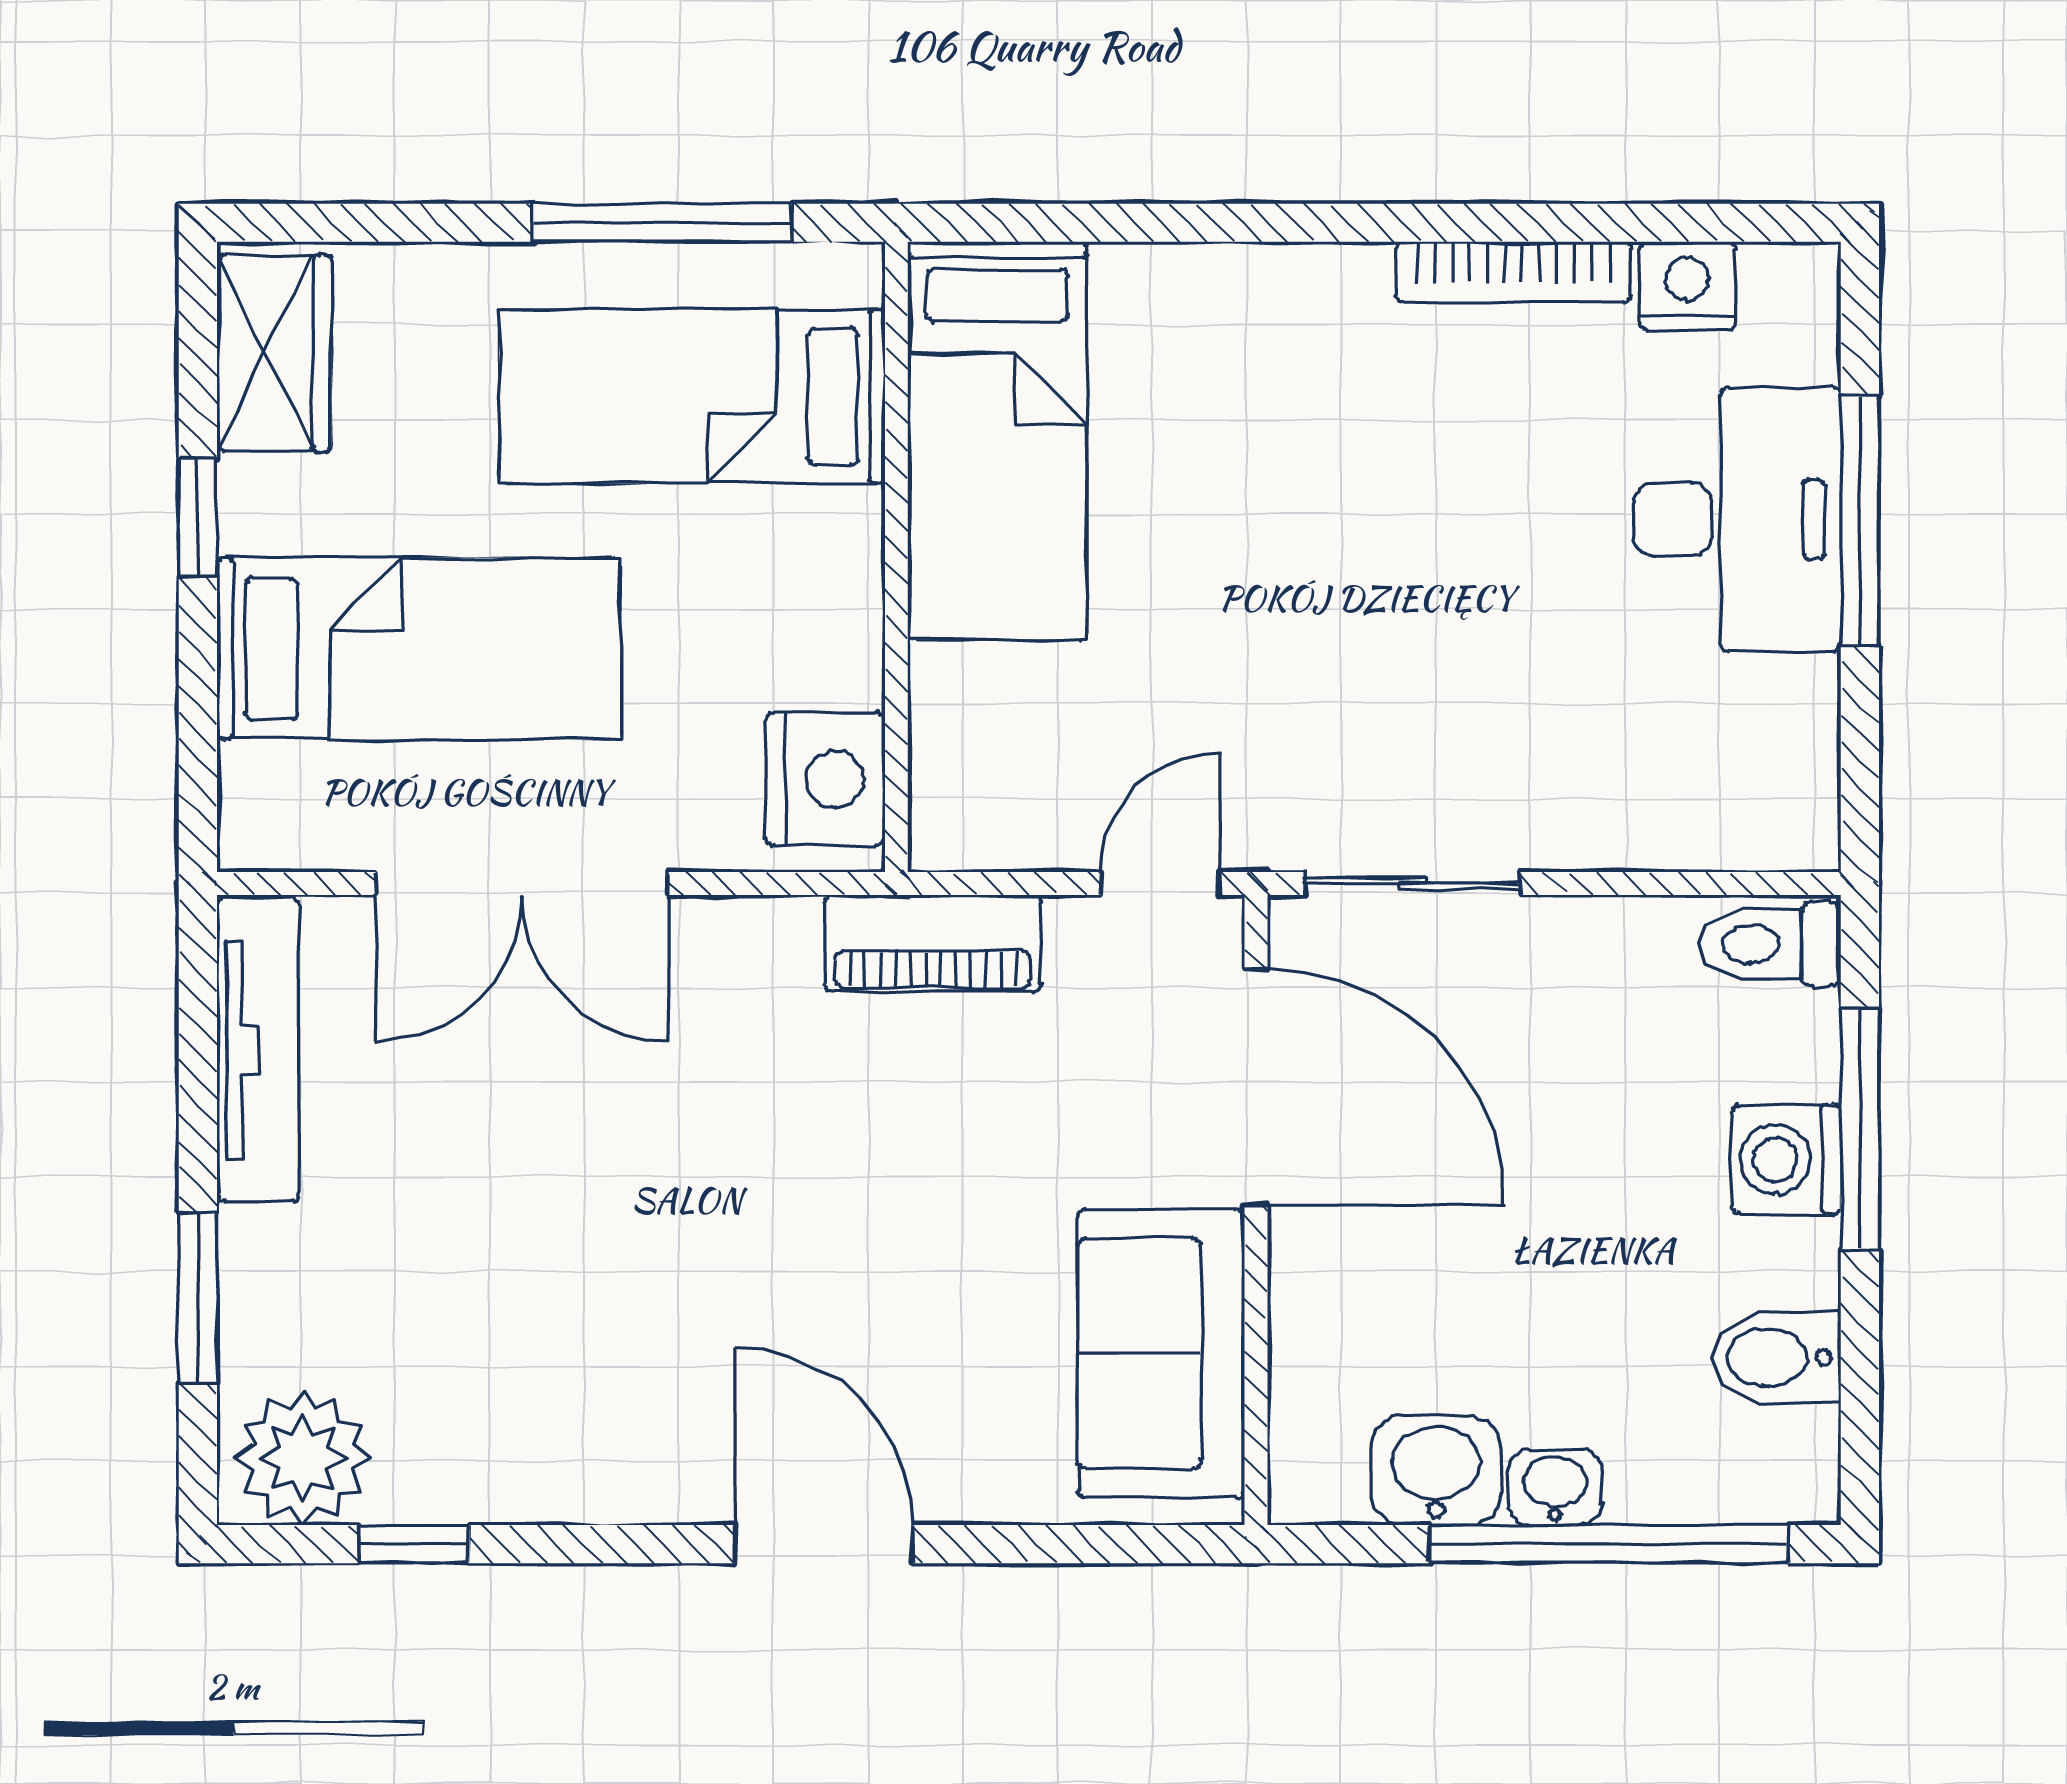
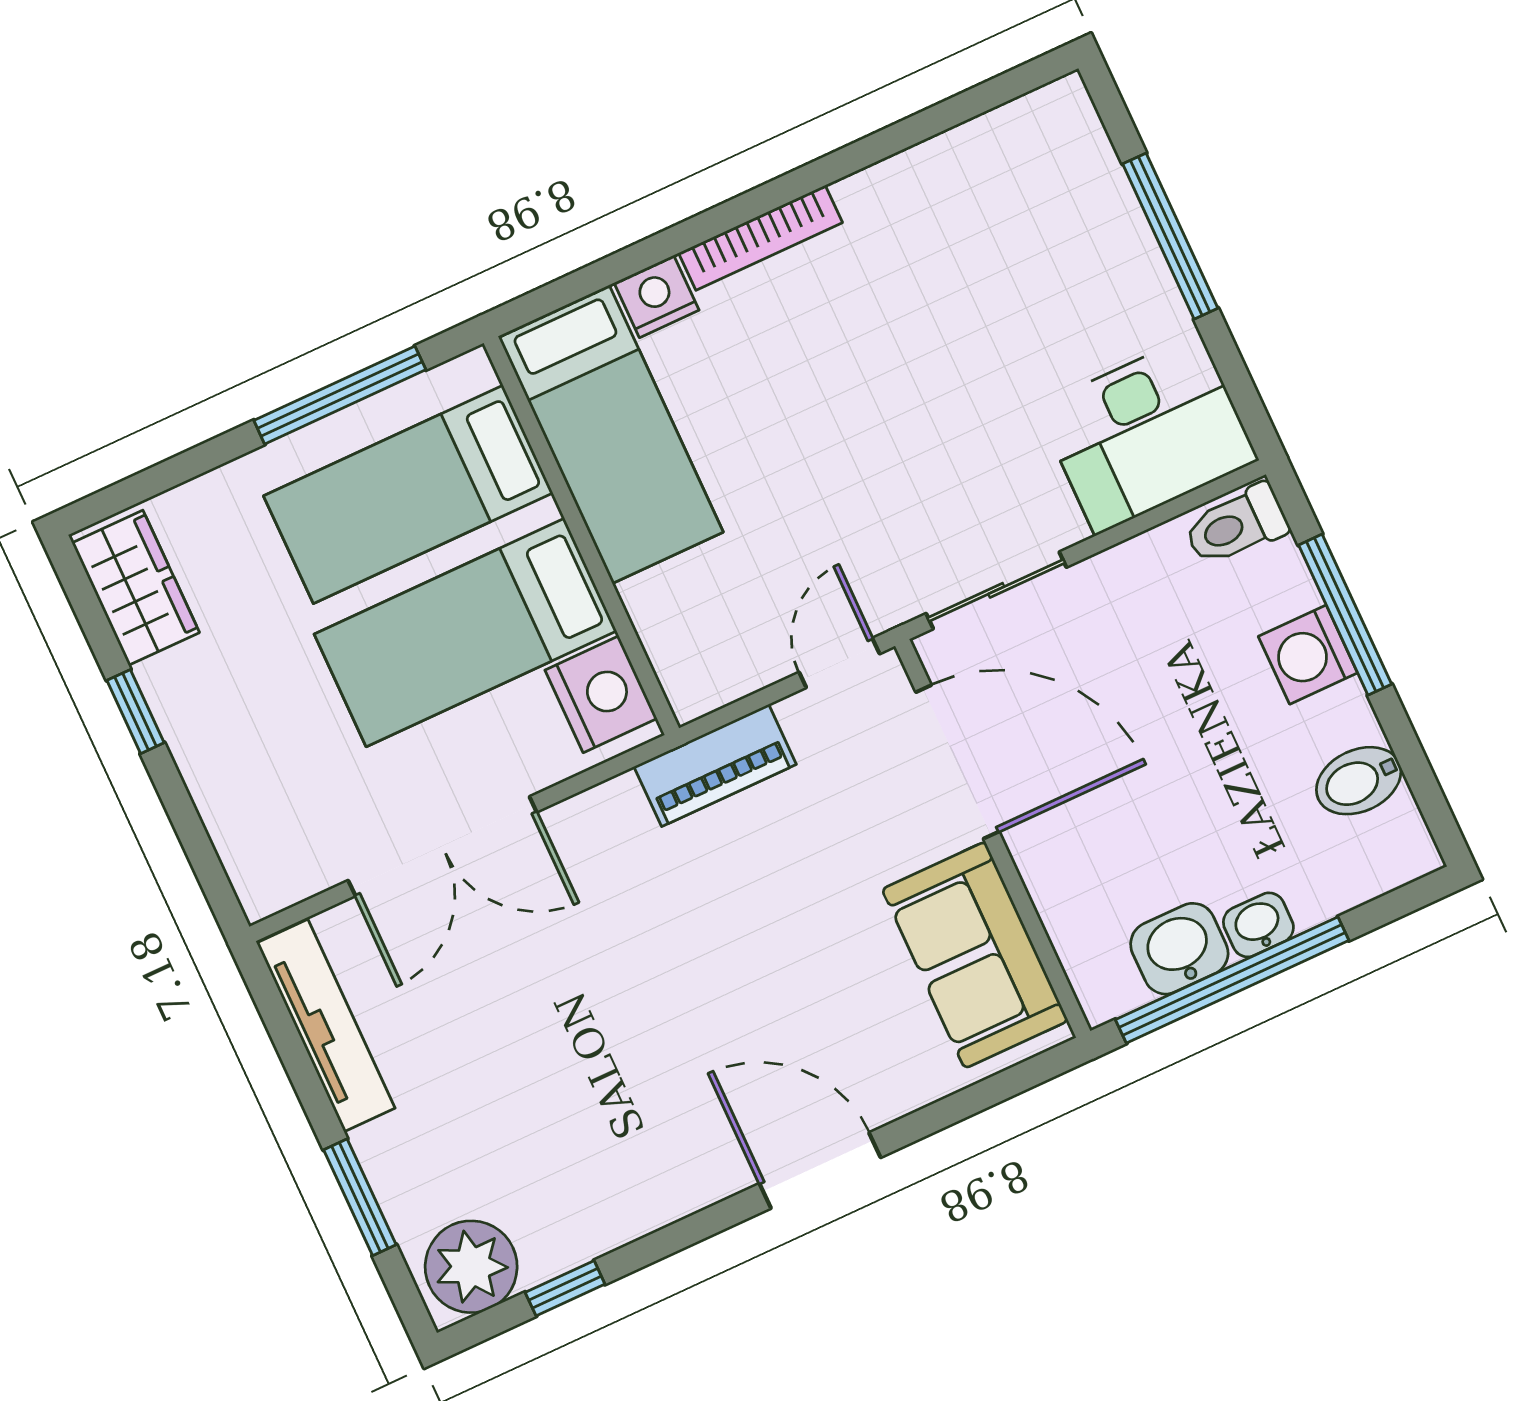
bookcase: (1514, 272) -> (761, 238), moved
nightstand: (1687, 286) -> (657, 296), moved
desk: (1737, 520) -> (1147, 434), moved, turned 90
bed: (418, 649) -> (465, 633), moved, turned 180
window: (1609, 1544) -> (1232, 980), moved

